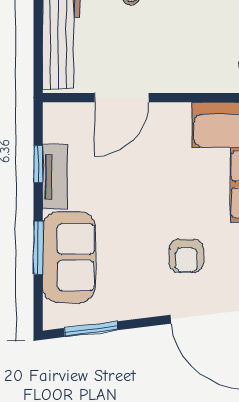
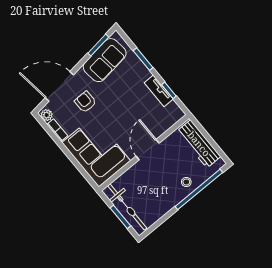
door: (122, 98) -> (148, 150), moved
sofa: (69, 257) -> (105, 60), moved, turned -97

